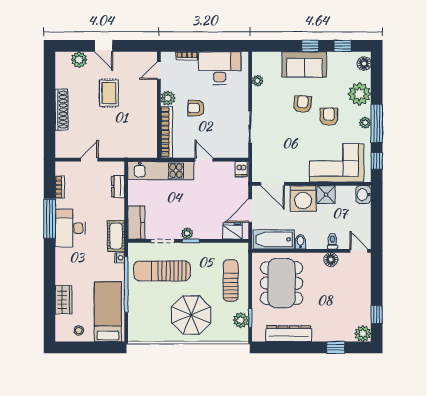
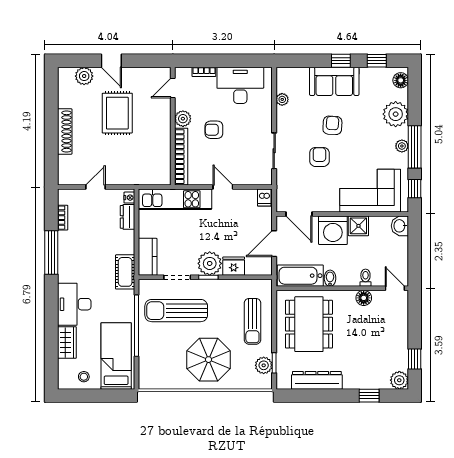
rug: (109, 93) -> (117, 113), width x1.36, depth x1.43
armchair: (329, 117) -> (319, 157), moved
desk: (70, 228) -> (74, 304), moved
fridge: (233, 231) -> (234, 266), moved
plant: (187, 233) -> (210, 263), width x1.88, depth x1.88
nightstand: (120, 258) -> (129, 198), moved
sun lounger: (231, 281) -> (252, 321), turned 180

